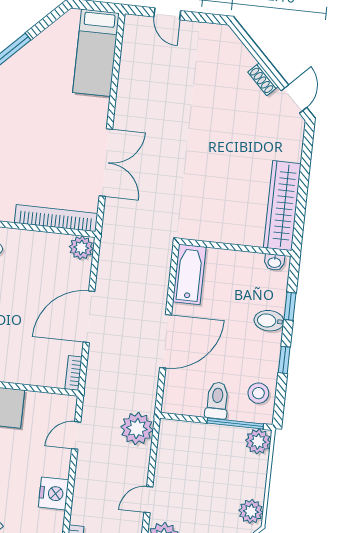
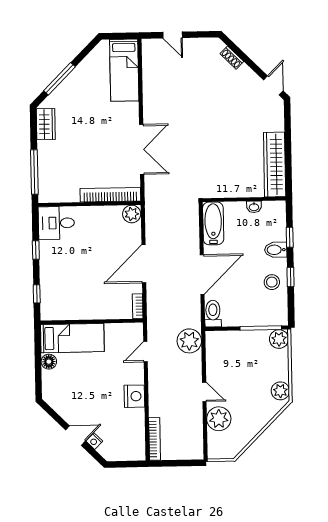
shoe rack: (263, 79) -> (232, 58), moved
washbasin: (274, 262) -> (254, 207), moved
stool: (258, 393) -> (272, 282), moved
toilet: (217, 400) -> (213, 314), moved
door: (148, 500) -> (204, 392), swing flipped

